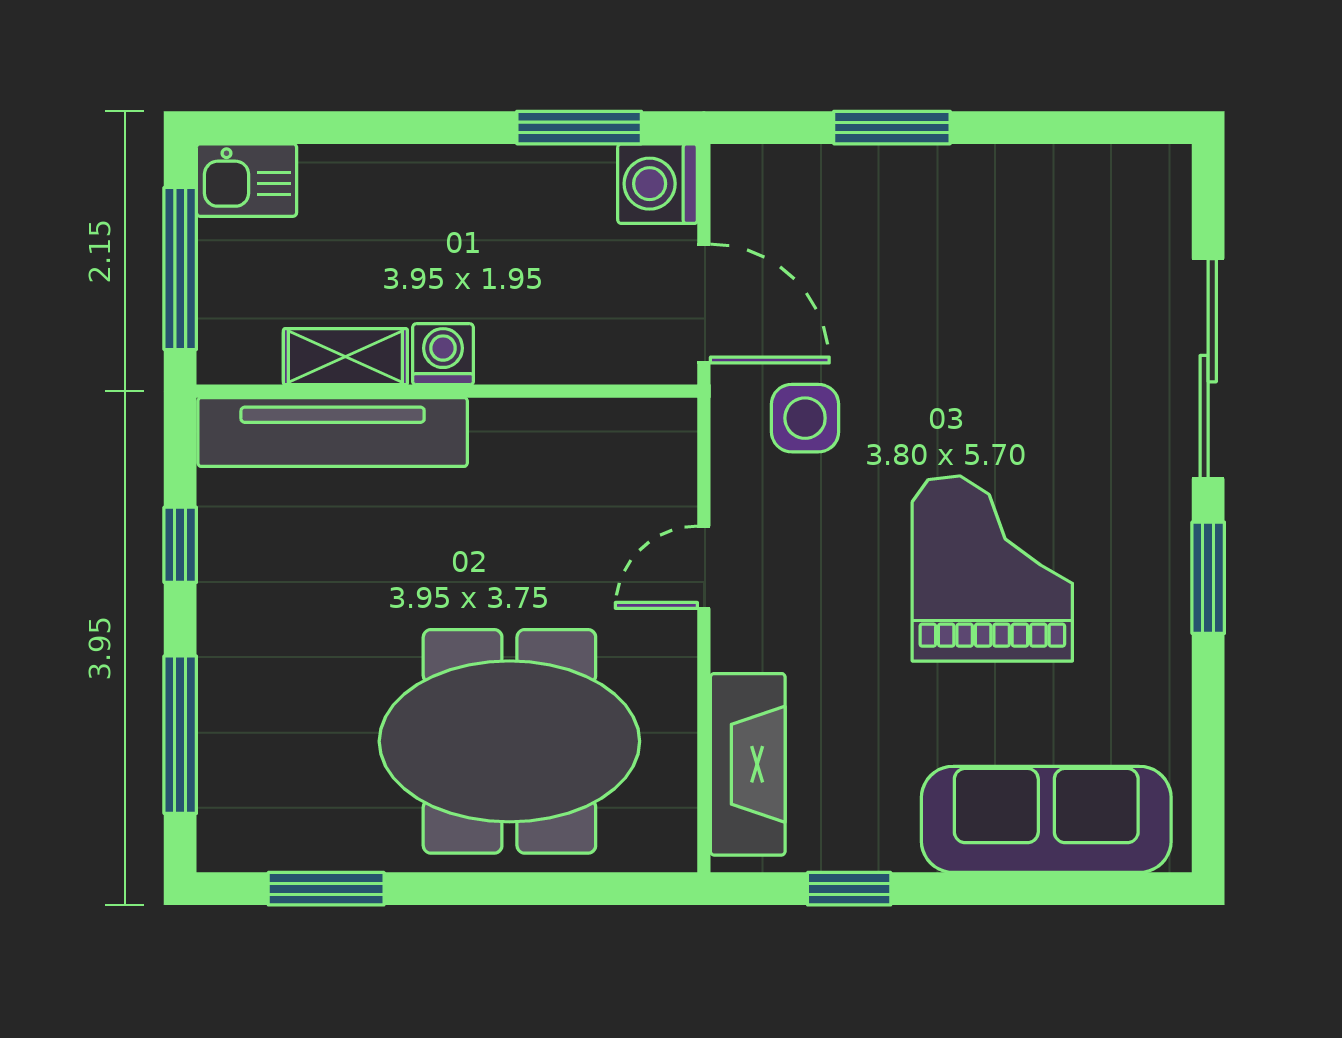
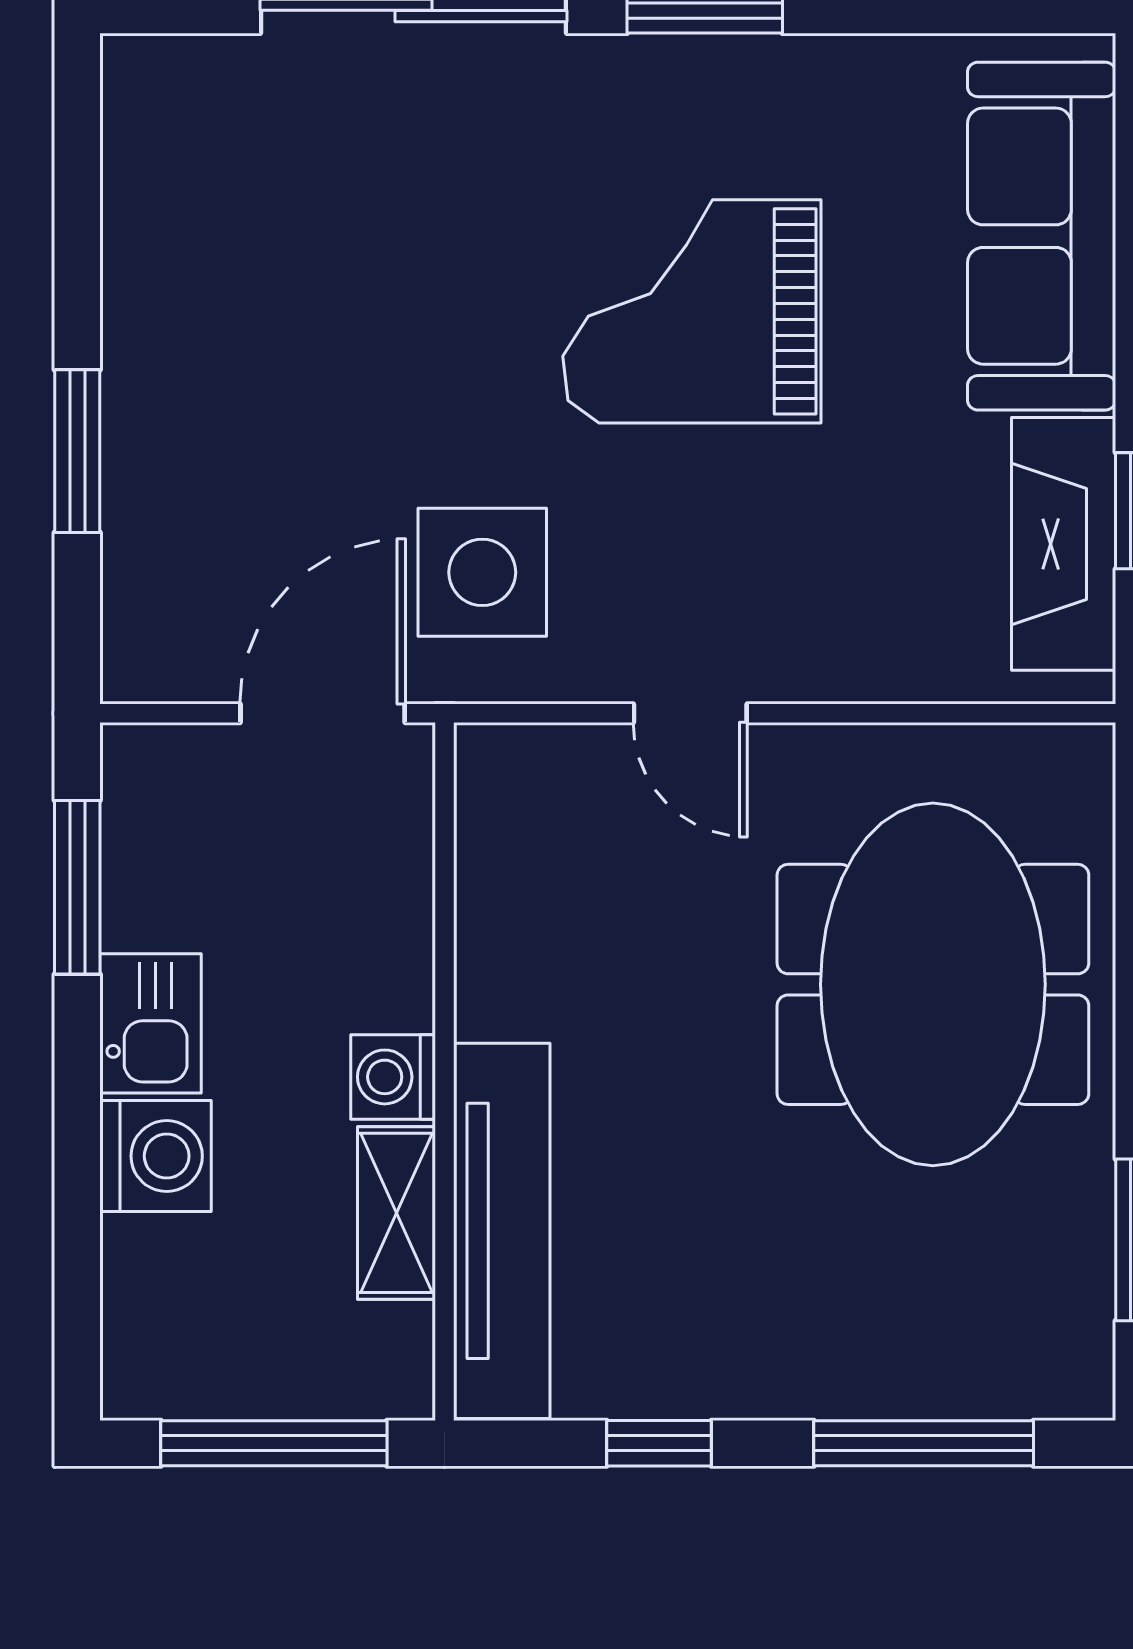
kitchen sink: (247, 180) -> (151, 1023), moved
washing machine: (658, 184) -> (156, 1156), moved, turned -90
side table: (805, 418) -> (482, 572), width x1.37, depth x1.37
fireplace: (748, 764) -> (1064, 544), moved, turned -90

